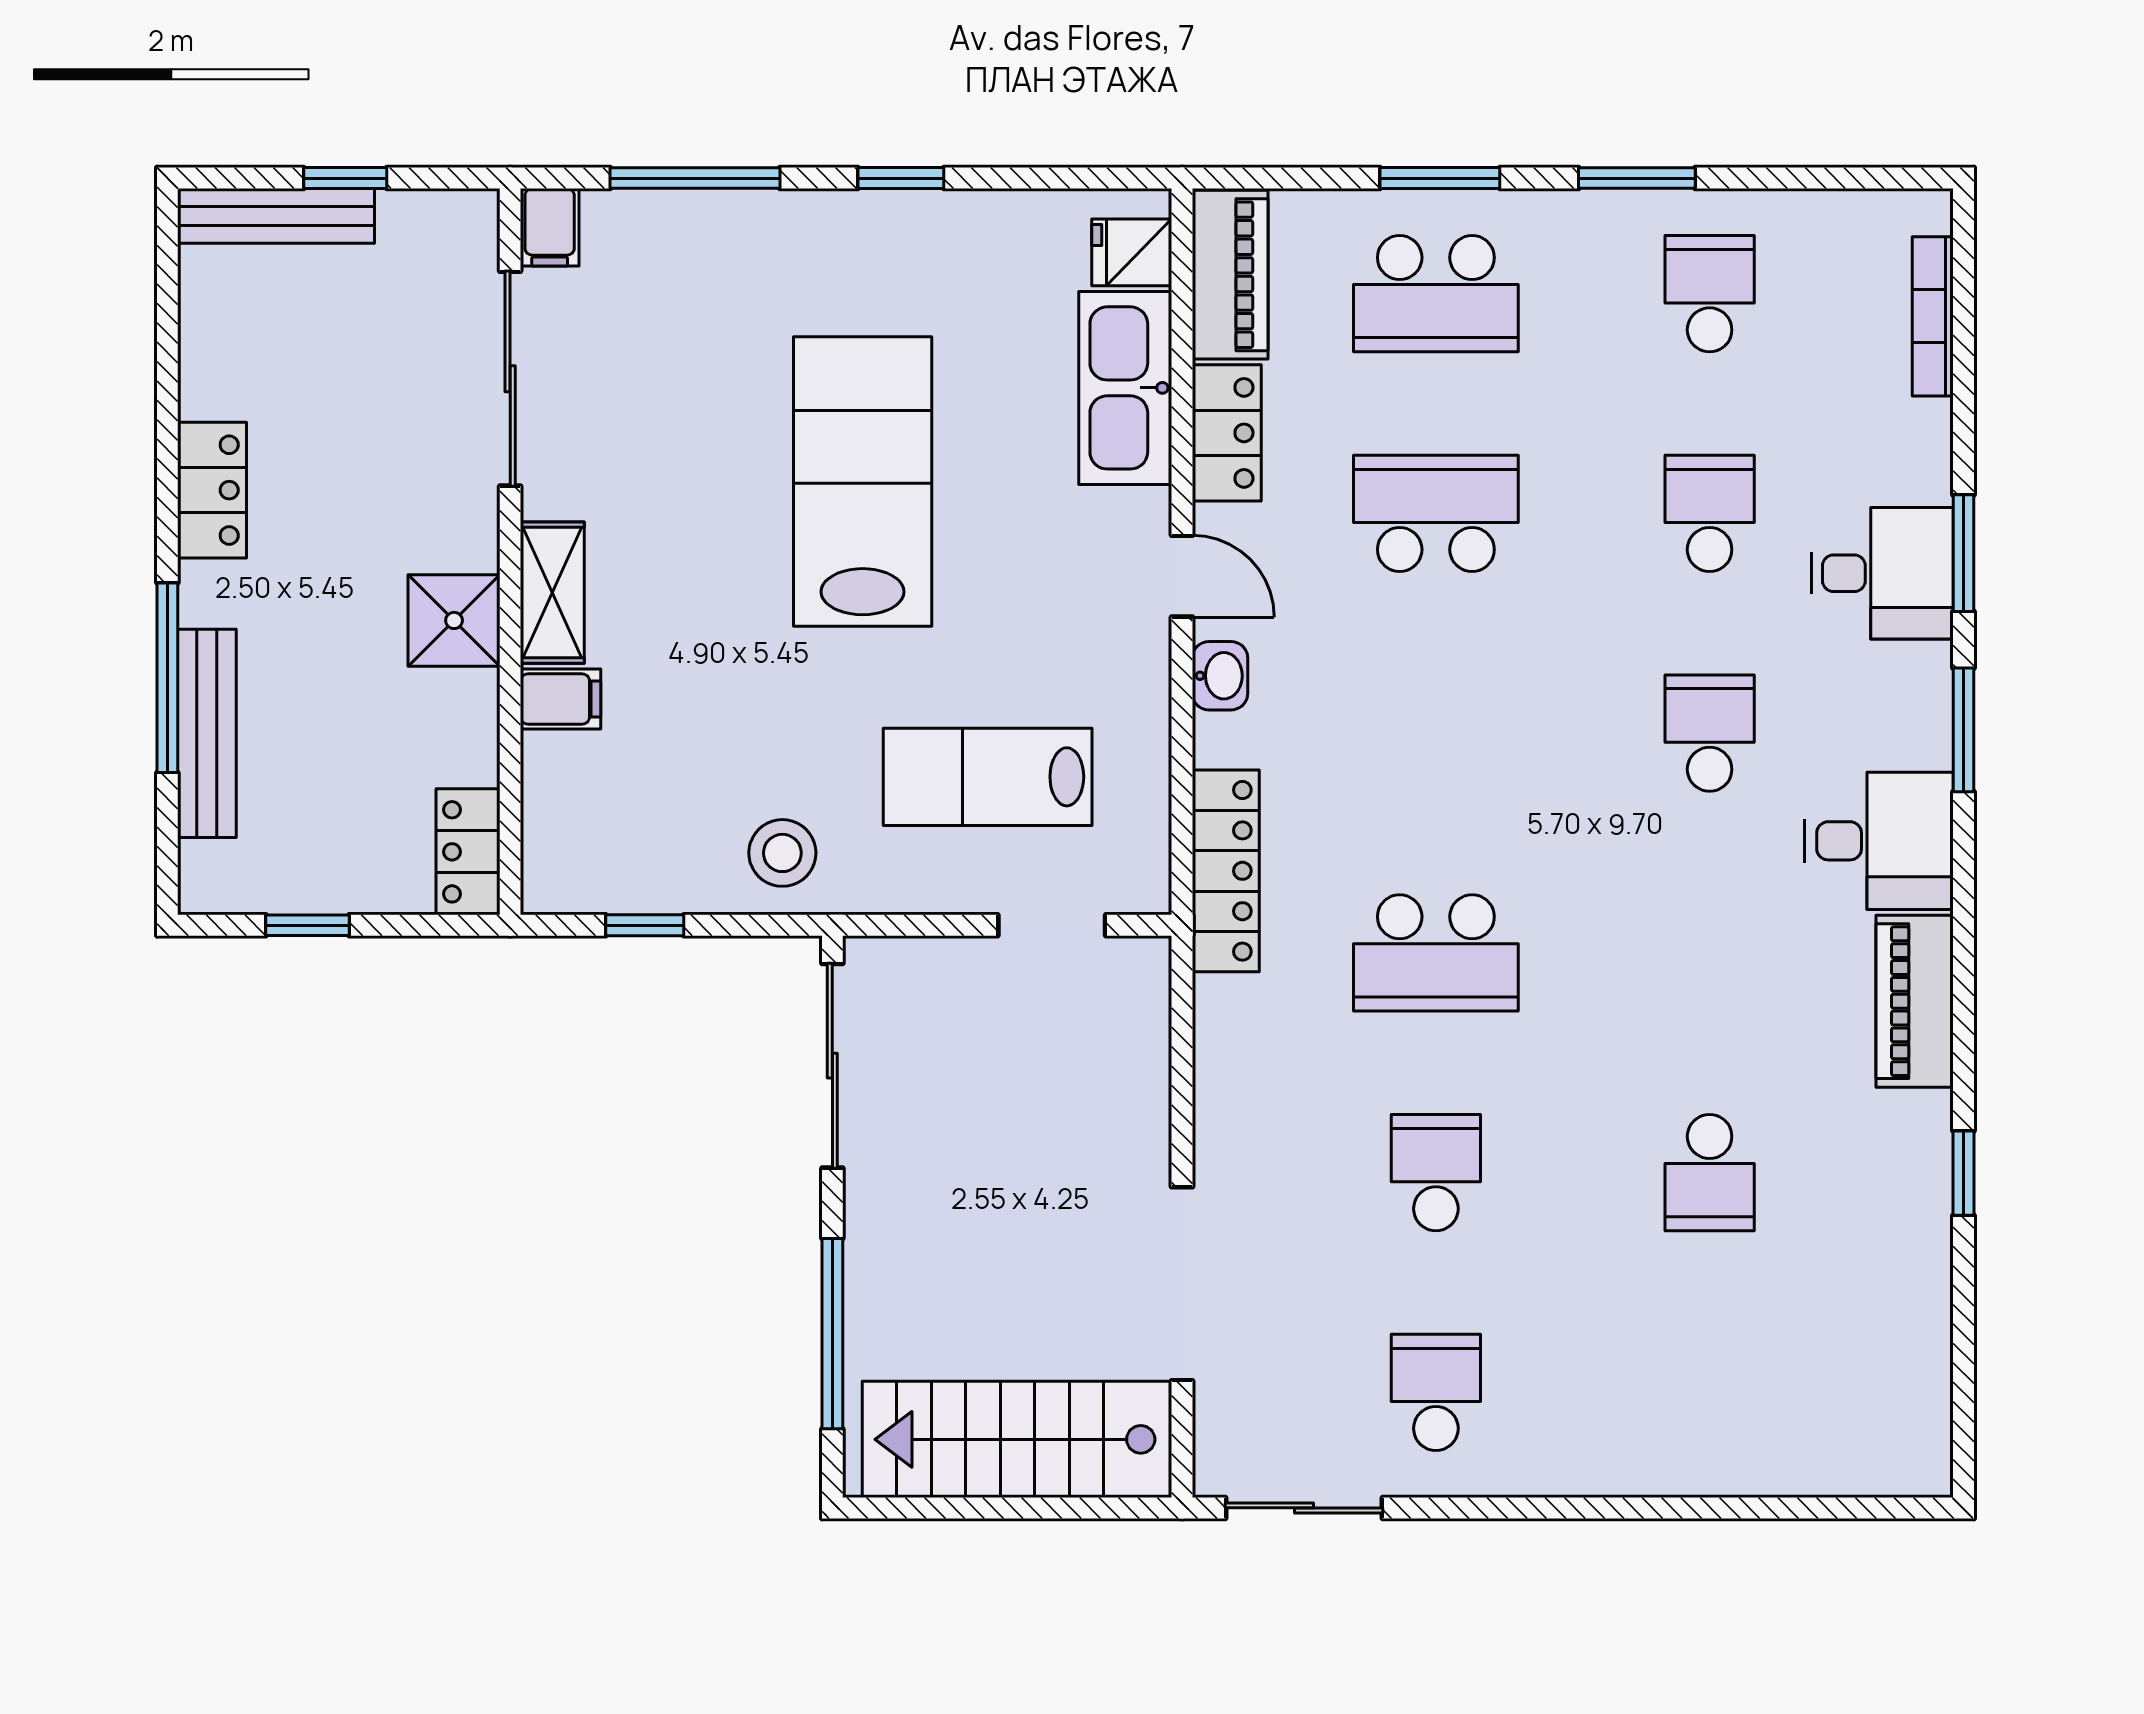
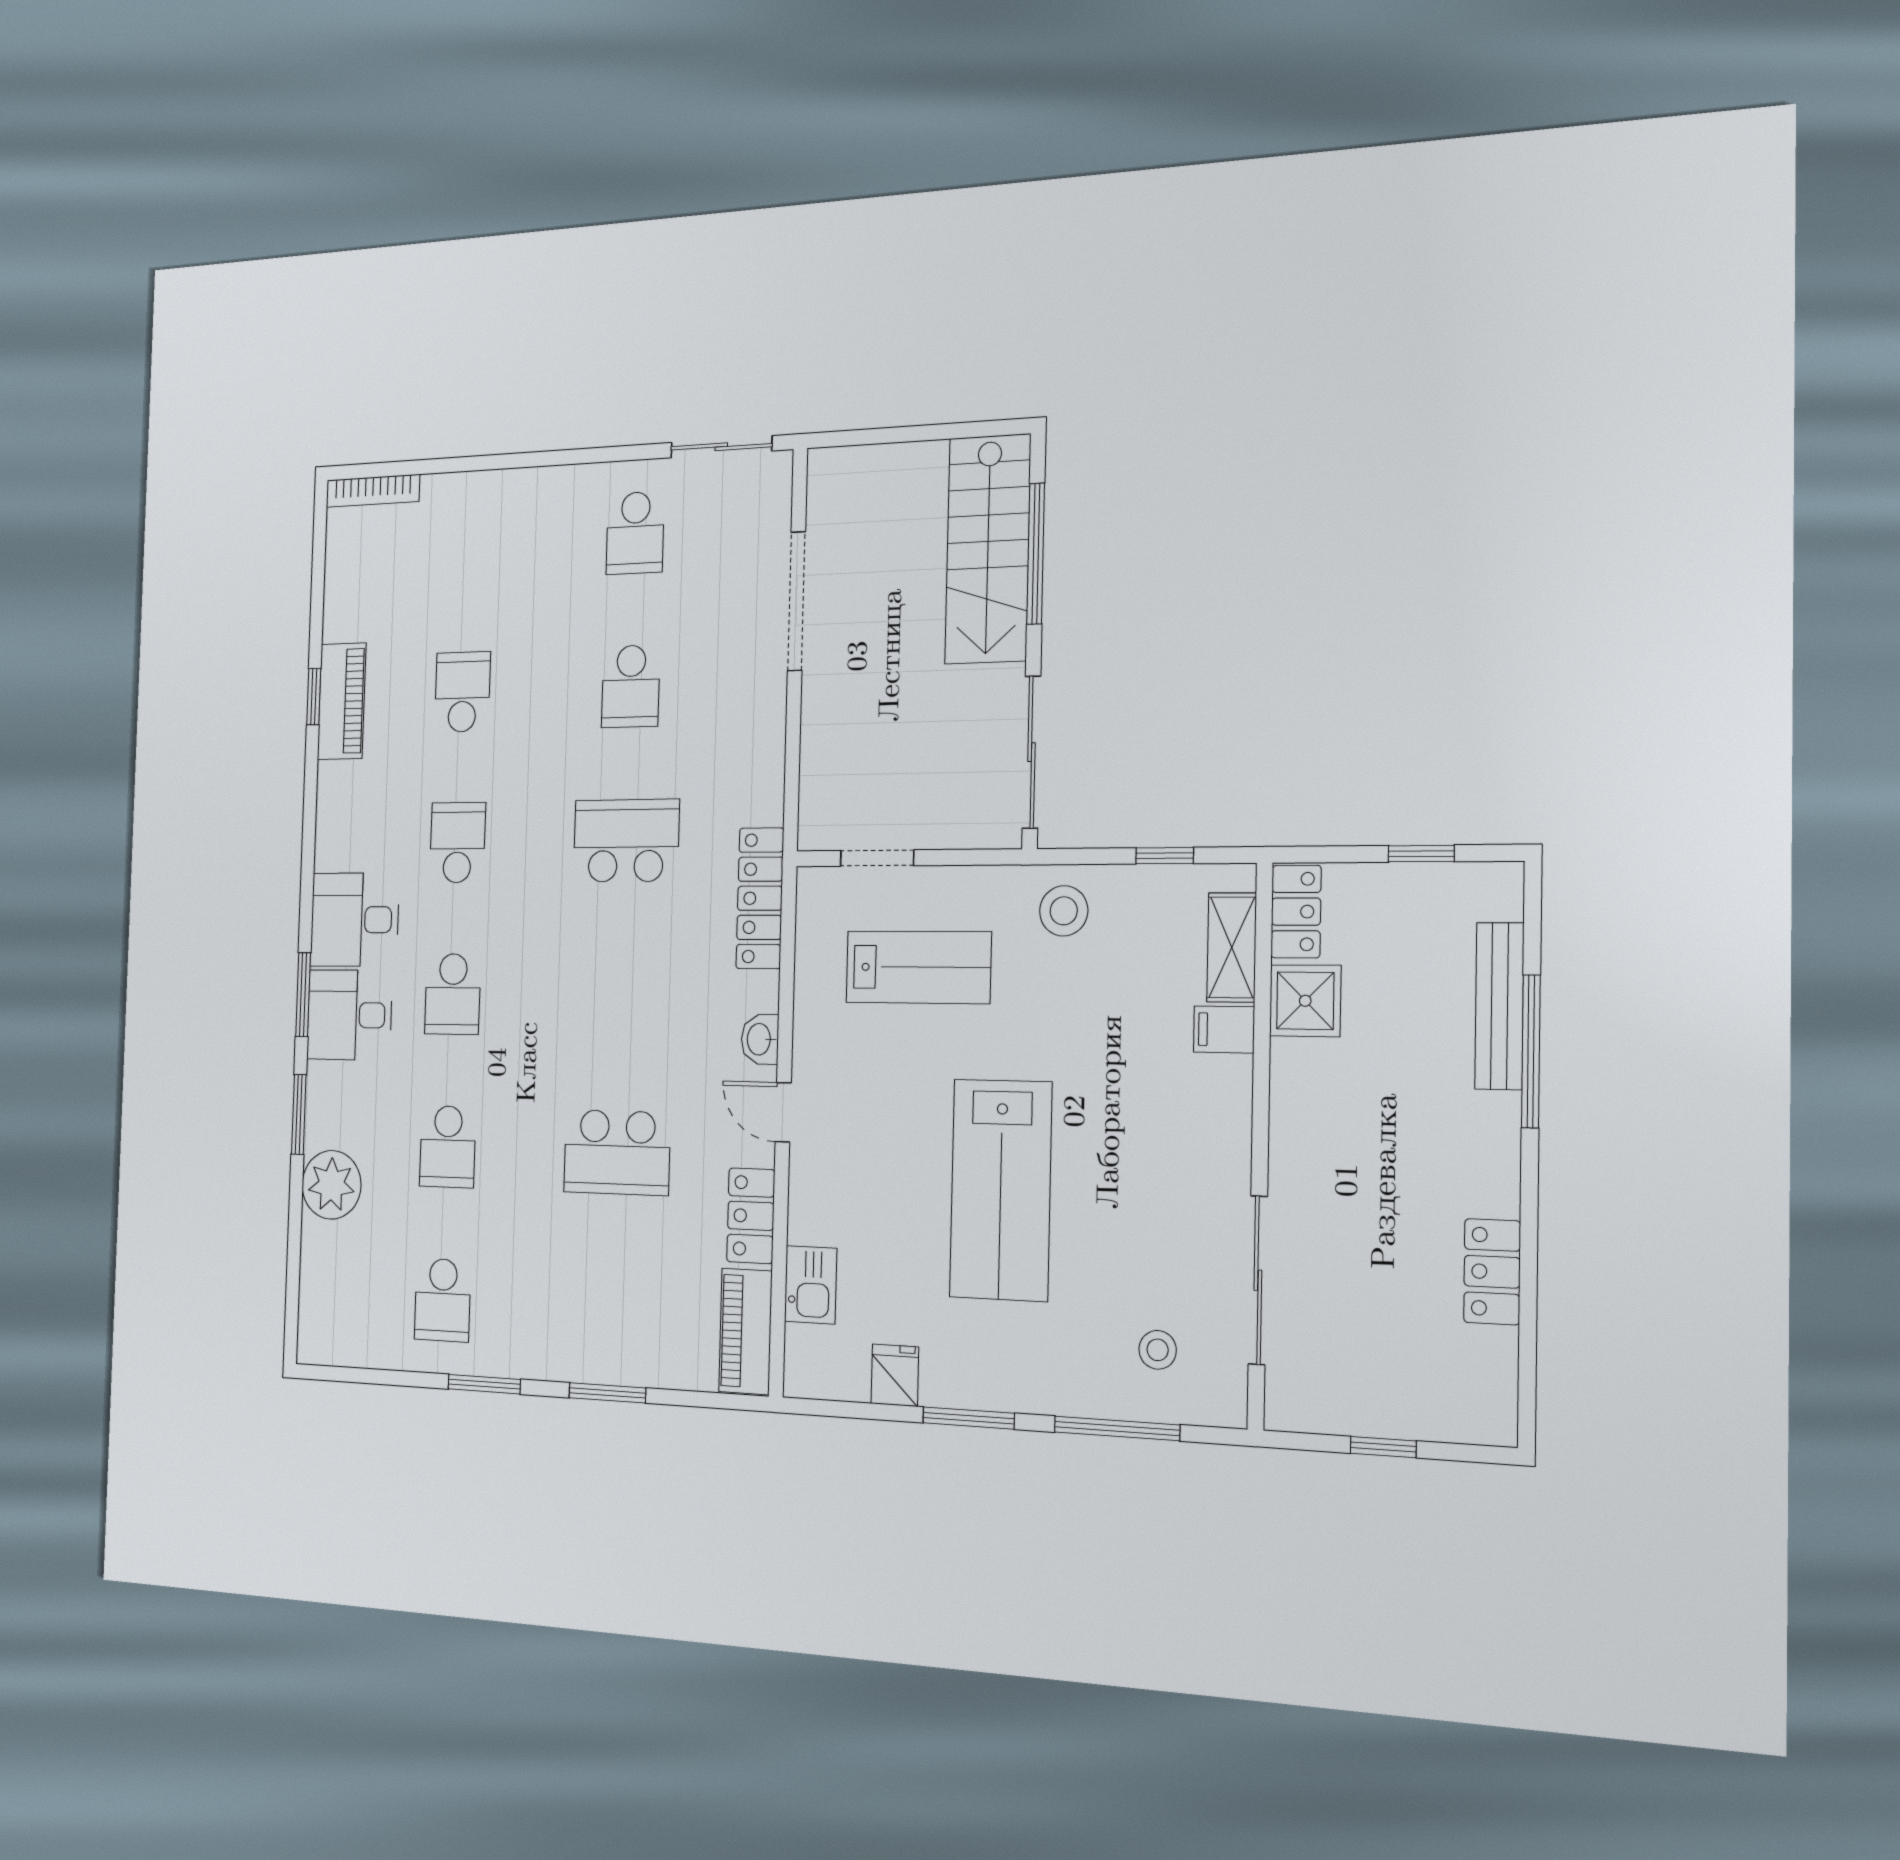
window: (901, 178) -> (969, 1418), width x1.50
bench: (276, 216) -> (1439, 1420), removed
filing cabinet: (550, 227) -> (1226, 1397), removed
fridge: (1132, 252) -> (895, 1375), moved, turned -90
stool: (642, 283) -> (1158, 1350), added
school desk: (1436, 294) -> (458, 843), moved, width x0.54
bookcase: (1933, 316) -> (373, 491), moved, turned 90
kitchen sink: (1125, 388) -> (811, 1285), width x0.53, depth x0.81
plant: (1903, 452) -> (331, 1185), added
locker: (212, 490) -> (1492, 1272), moved
desk: (1882, 573) -> (350, 1015), moved
shelving: (552, 593) -> (1232, 947), moved
shower: (454, 620) -> (1305, 1001), moved
piano: (1915, 1001) -> (342, 701), moved
stairs: (1017, 1439) -> (988, 549), moved, turned 90

